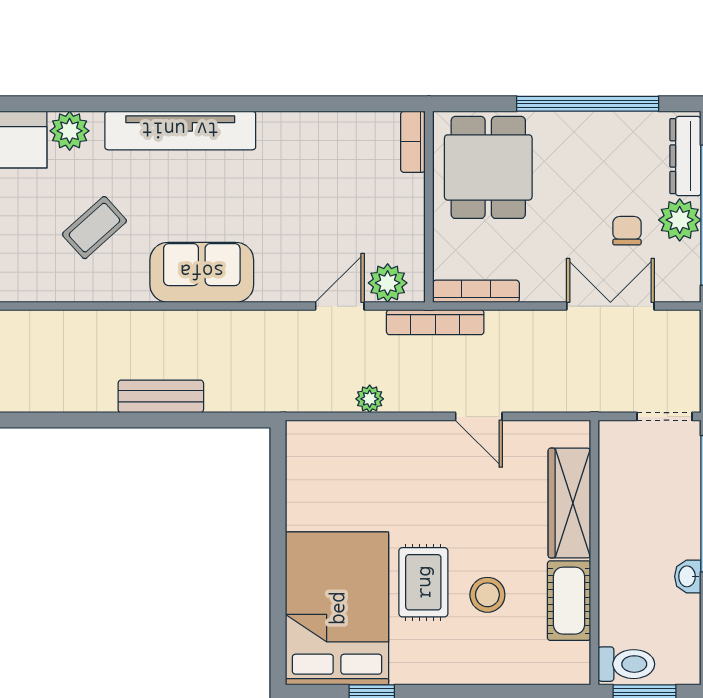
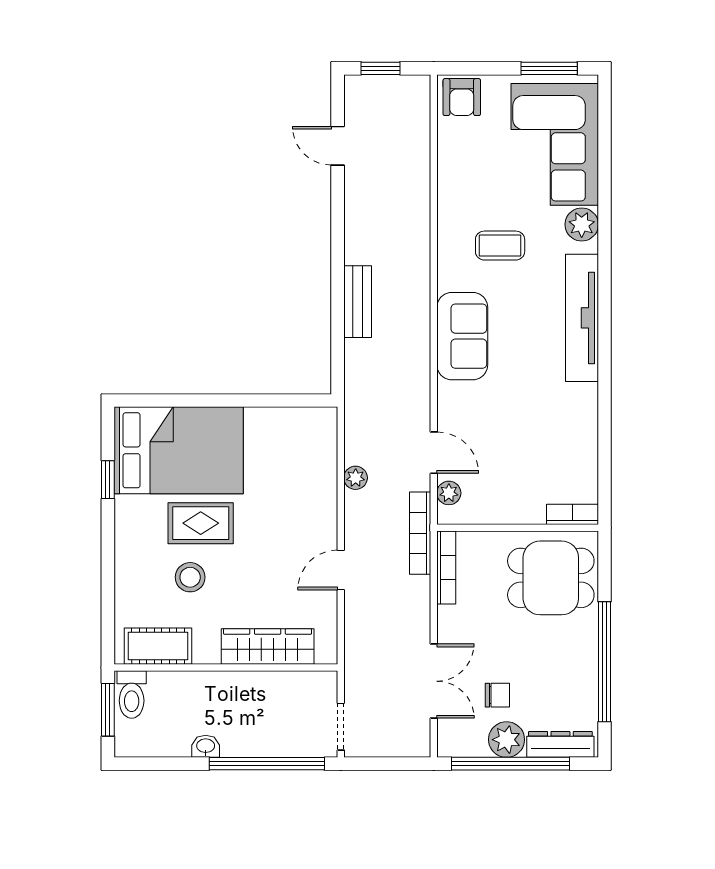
coffee table: (94, 228) -> (500, 246), turned -48
plant: (388, 283) -> (449, 493), width x0.73, depth x0.73
cot: (569, 601) -> (158, 646), moved

